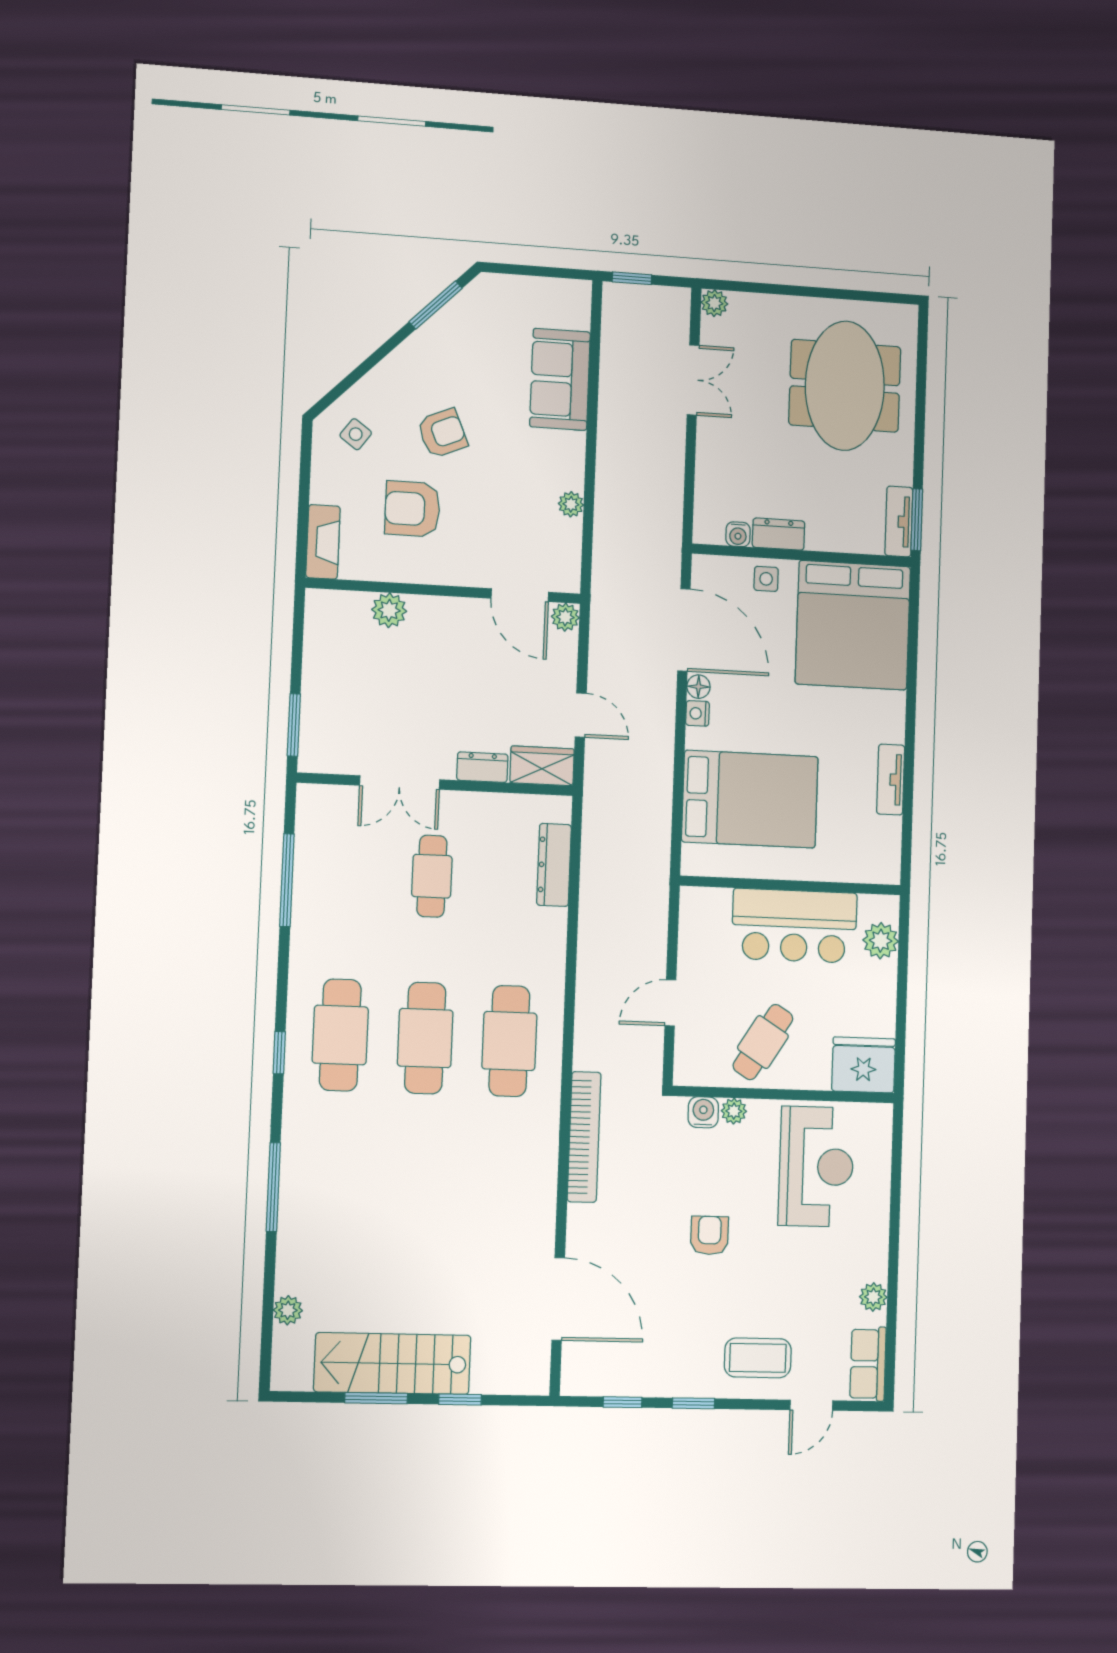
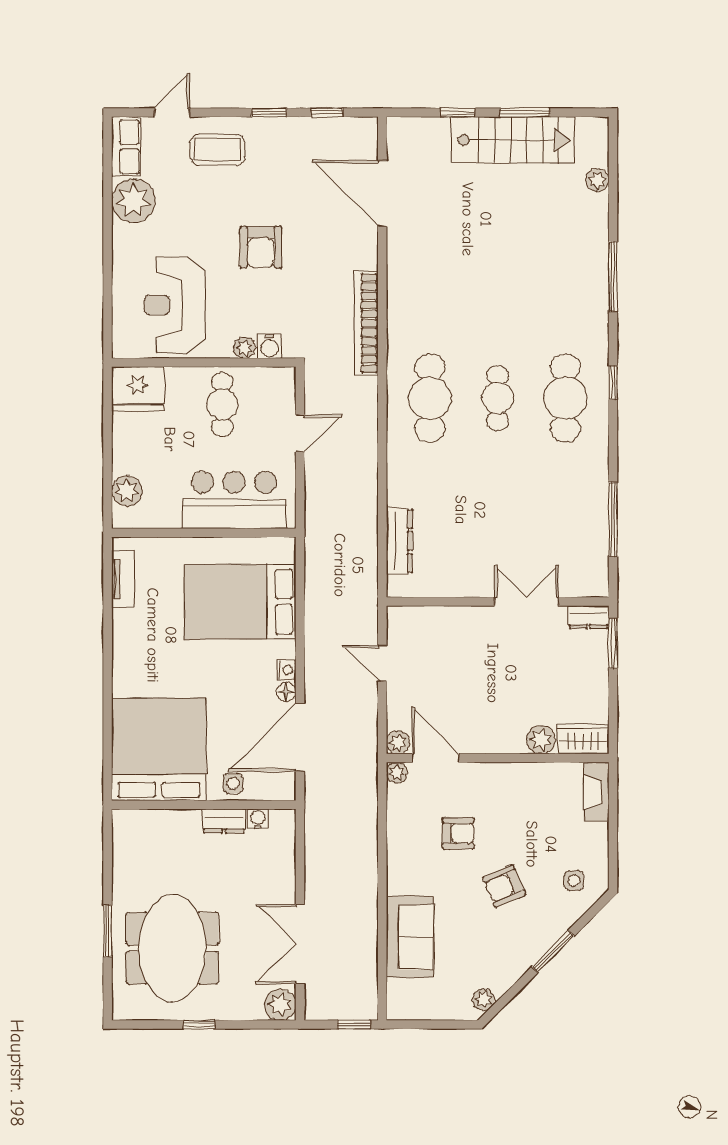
window: (816, 292) -> (199, 1025), added
plant: (473, 297) -> (484, 1000), added
plant: (714, 303) -> (280, 1005), width x1.38, depth x1.38
window: (436, 305) -> (553, 951), moved
double door: (693, 380) -> (300, 944), width x1.37
side table: (356, 434) -> (574, 881), turned -36
plant: (571, 504) -> (397, 773), moved
armchair: (412, 509) -> (458, 833), moved, width x0.72, depth x0.72
window: (917, 520) -> (108, 931), moved
tv unit: (899, 522) -> (123, 838), removed
door: (684, 630) -> (300, 737), hinge flipped
wardrobe: (542, 766) -> (583, 739), moved, turned 180
dresser: (482, 767) -> (588, 617), moved
tv unit: (891, 780) -> (123, 579), moved
cafe table: (432, 876) -> (498, 528), removed
bar counter: (794, 926) -> (234, 500), moved
cafe table: (425, 1038) -> (498, 398), width x0.73, depth x0.74
cafe table: (763, 1042) -> (222, 404), turned -32
armchair: (710, 1235) -> (261, 247), width x1.38, depth x1.38
plant: (873, 1297) -> (134, 201), width x1.88, depth x1.88

